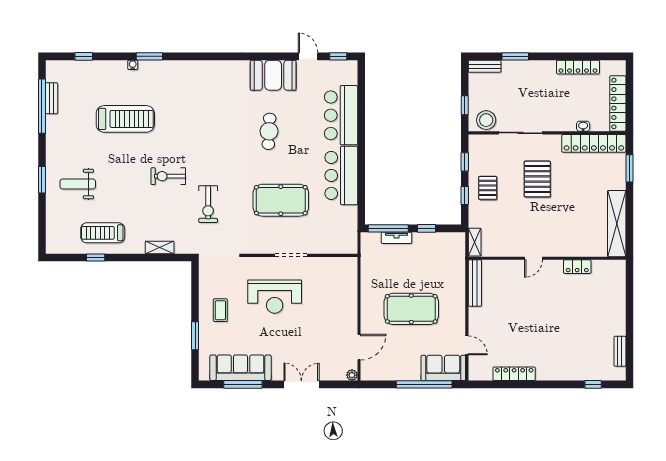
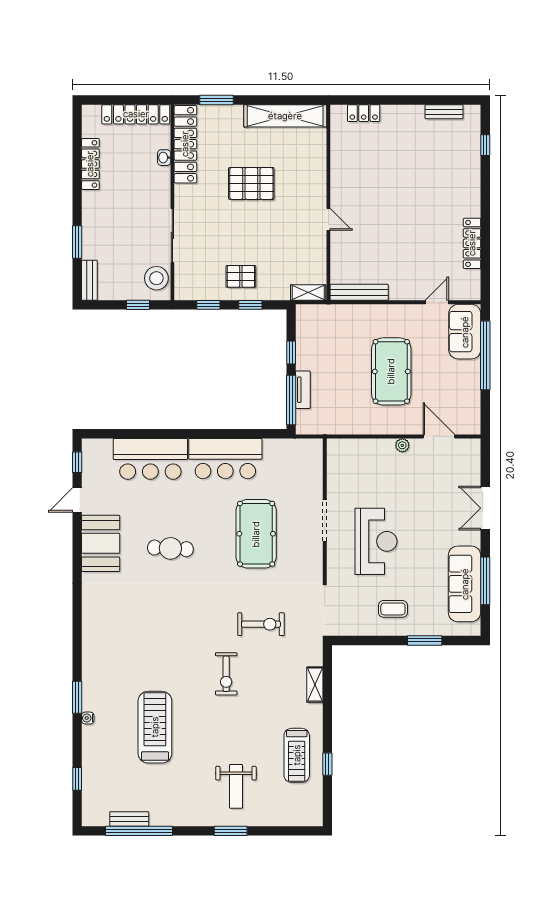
pallet: (537, 179) -> (251, 183), moved
locker: (577, 267) -> (364, 113), moved, turned 90
plant: (352, 375) -> (402, 445), moved

